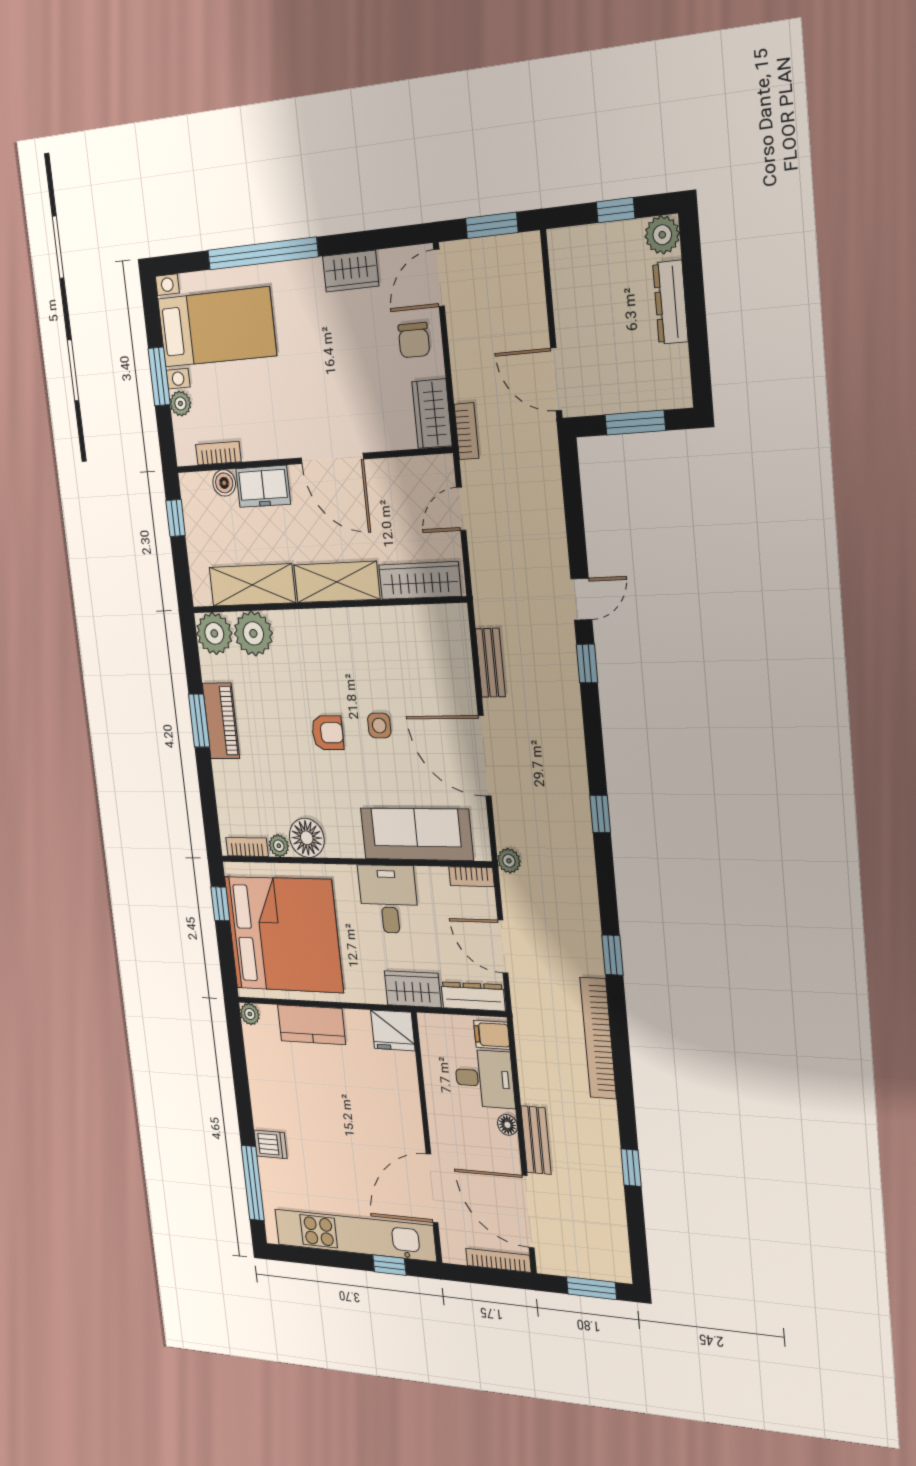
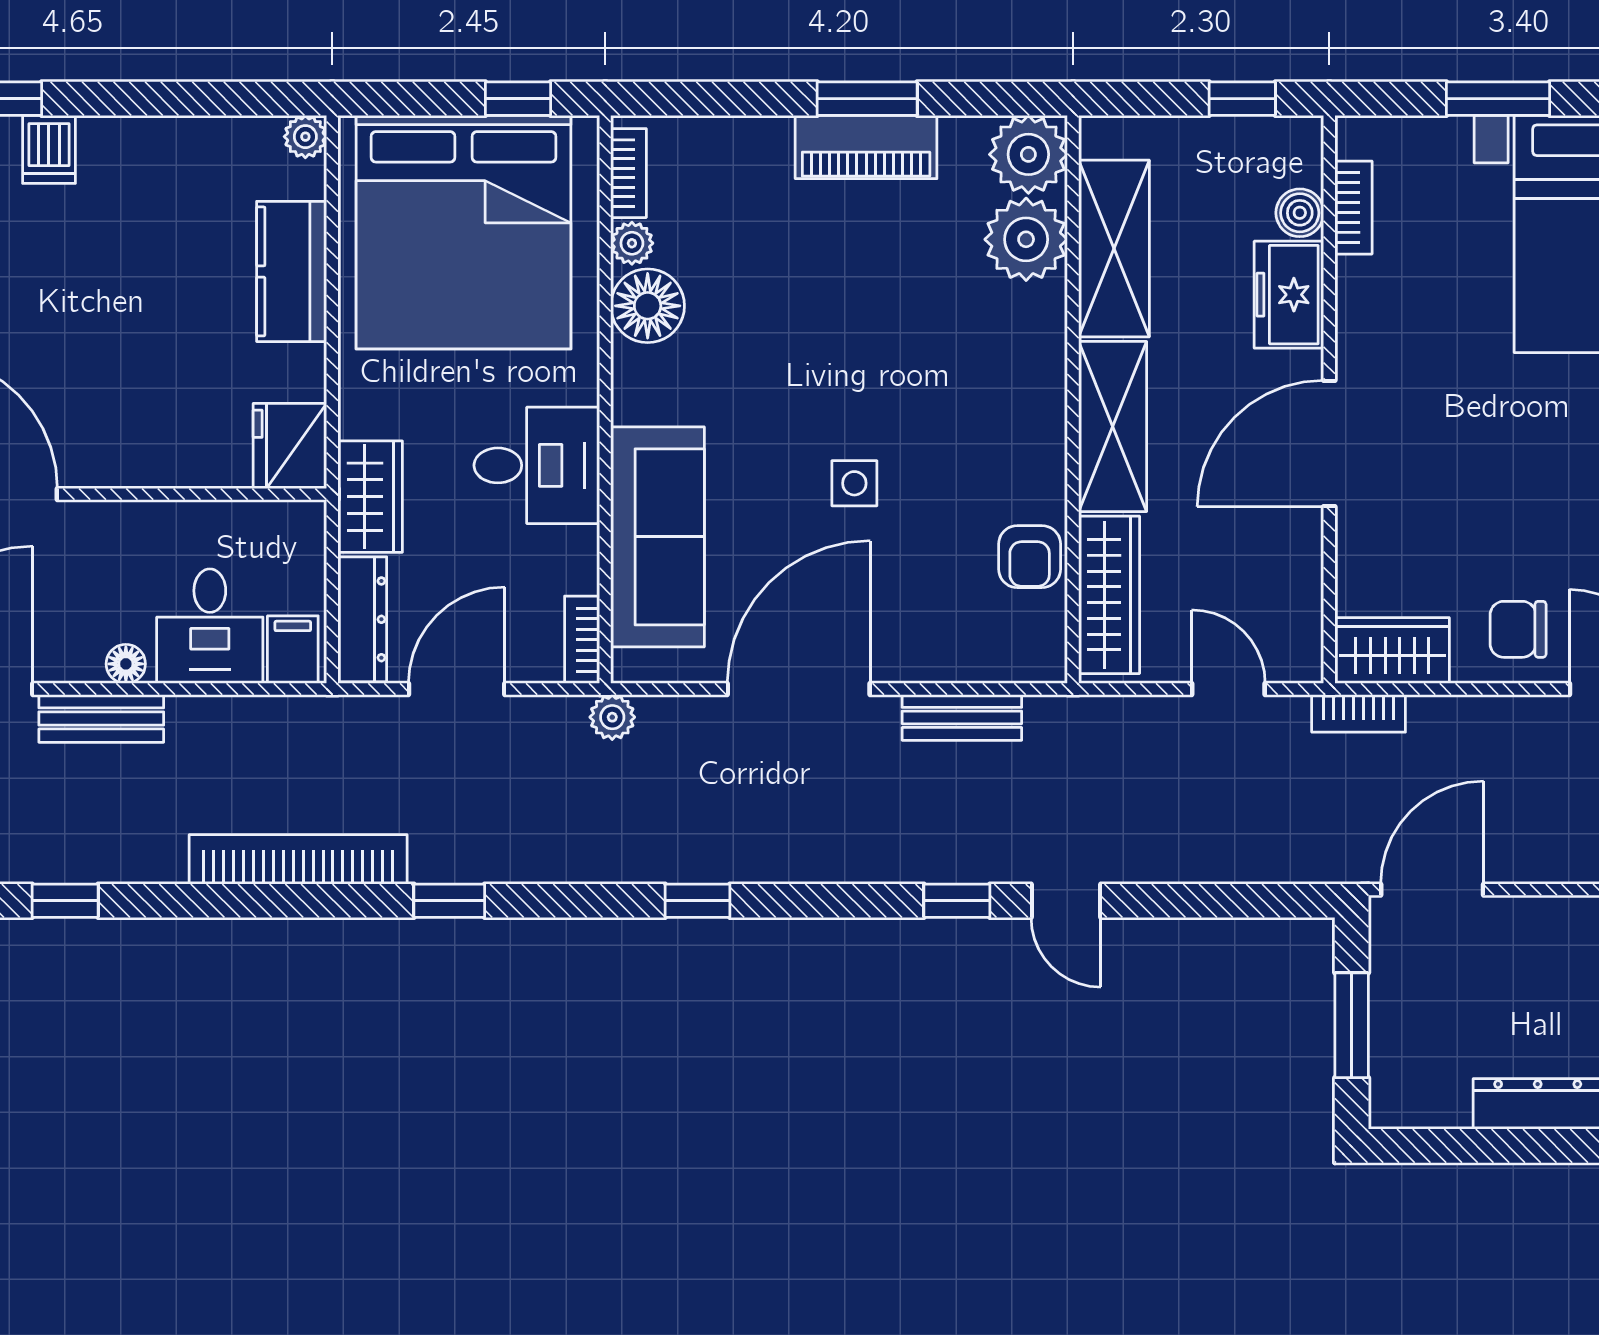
plant: (180, 403) -> (1447, 138), removed
armchair: (328, 733) -> (1030, 557), moved

